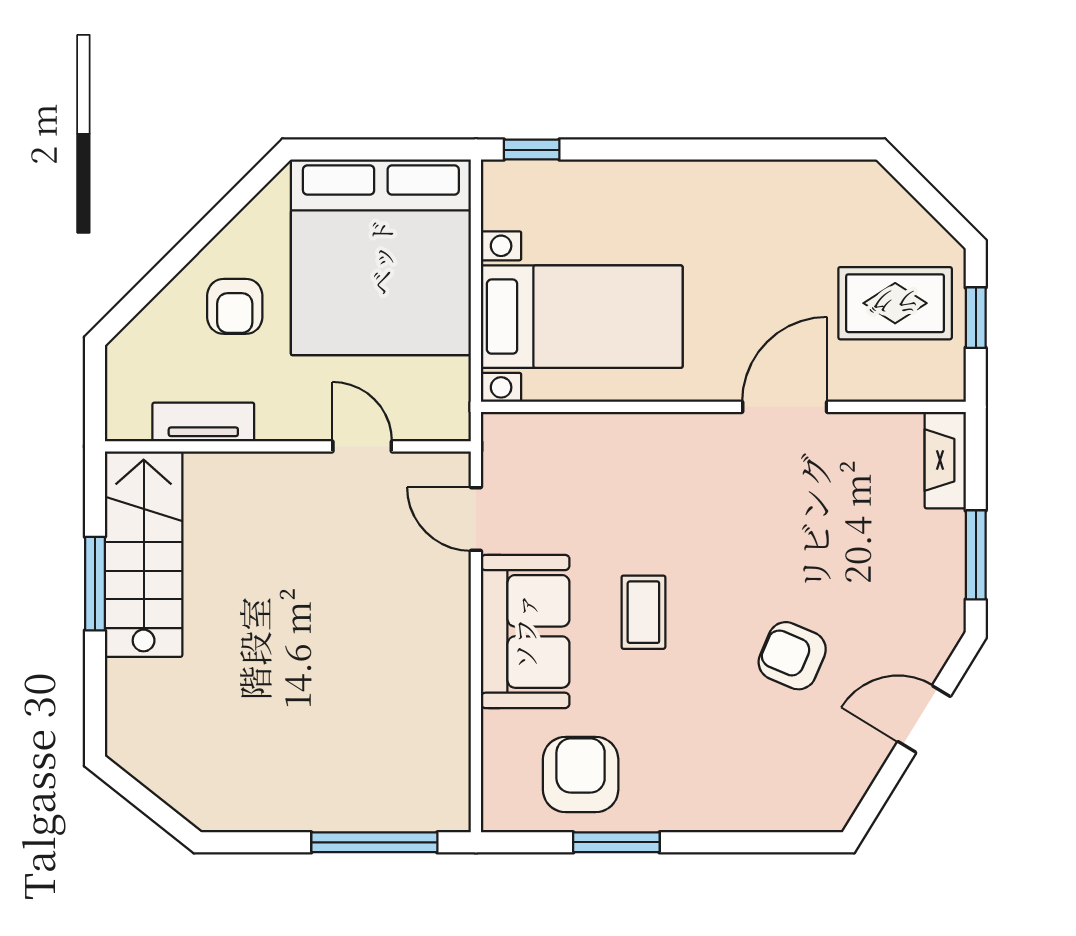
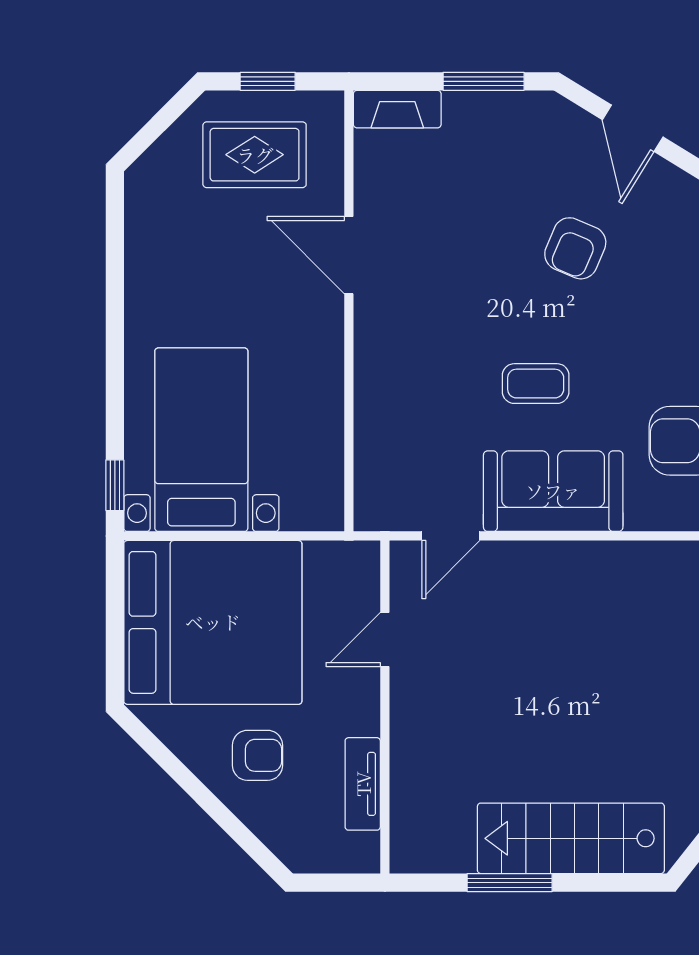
rug: (895, 303) -> (255, 155), turned 90
bed with nightstands: (582, 317) -> (201, 440), moved
stairs: (144, 554) -> (571, 838), moved

